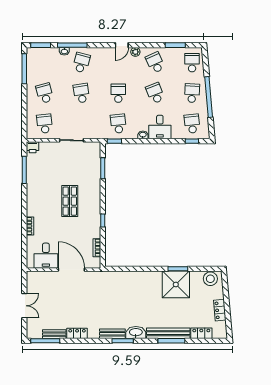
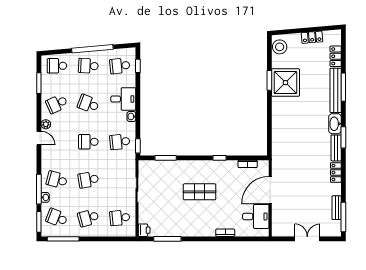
school desk: (45, 63) -> (57, 218), added
school desk: (155, 93) -> (88, 104), turned 42
locker: (77, 333) -> (336, 173), moved

